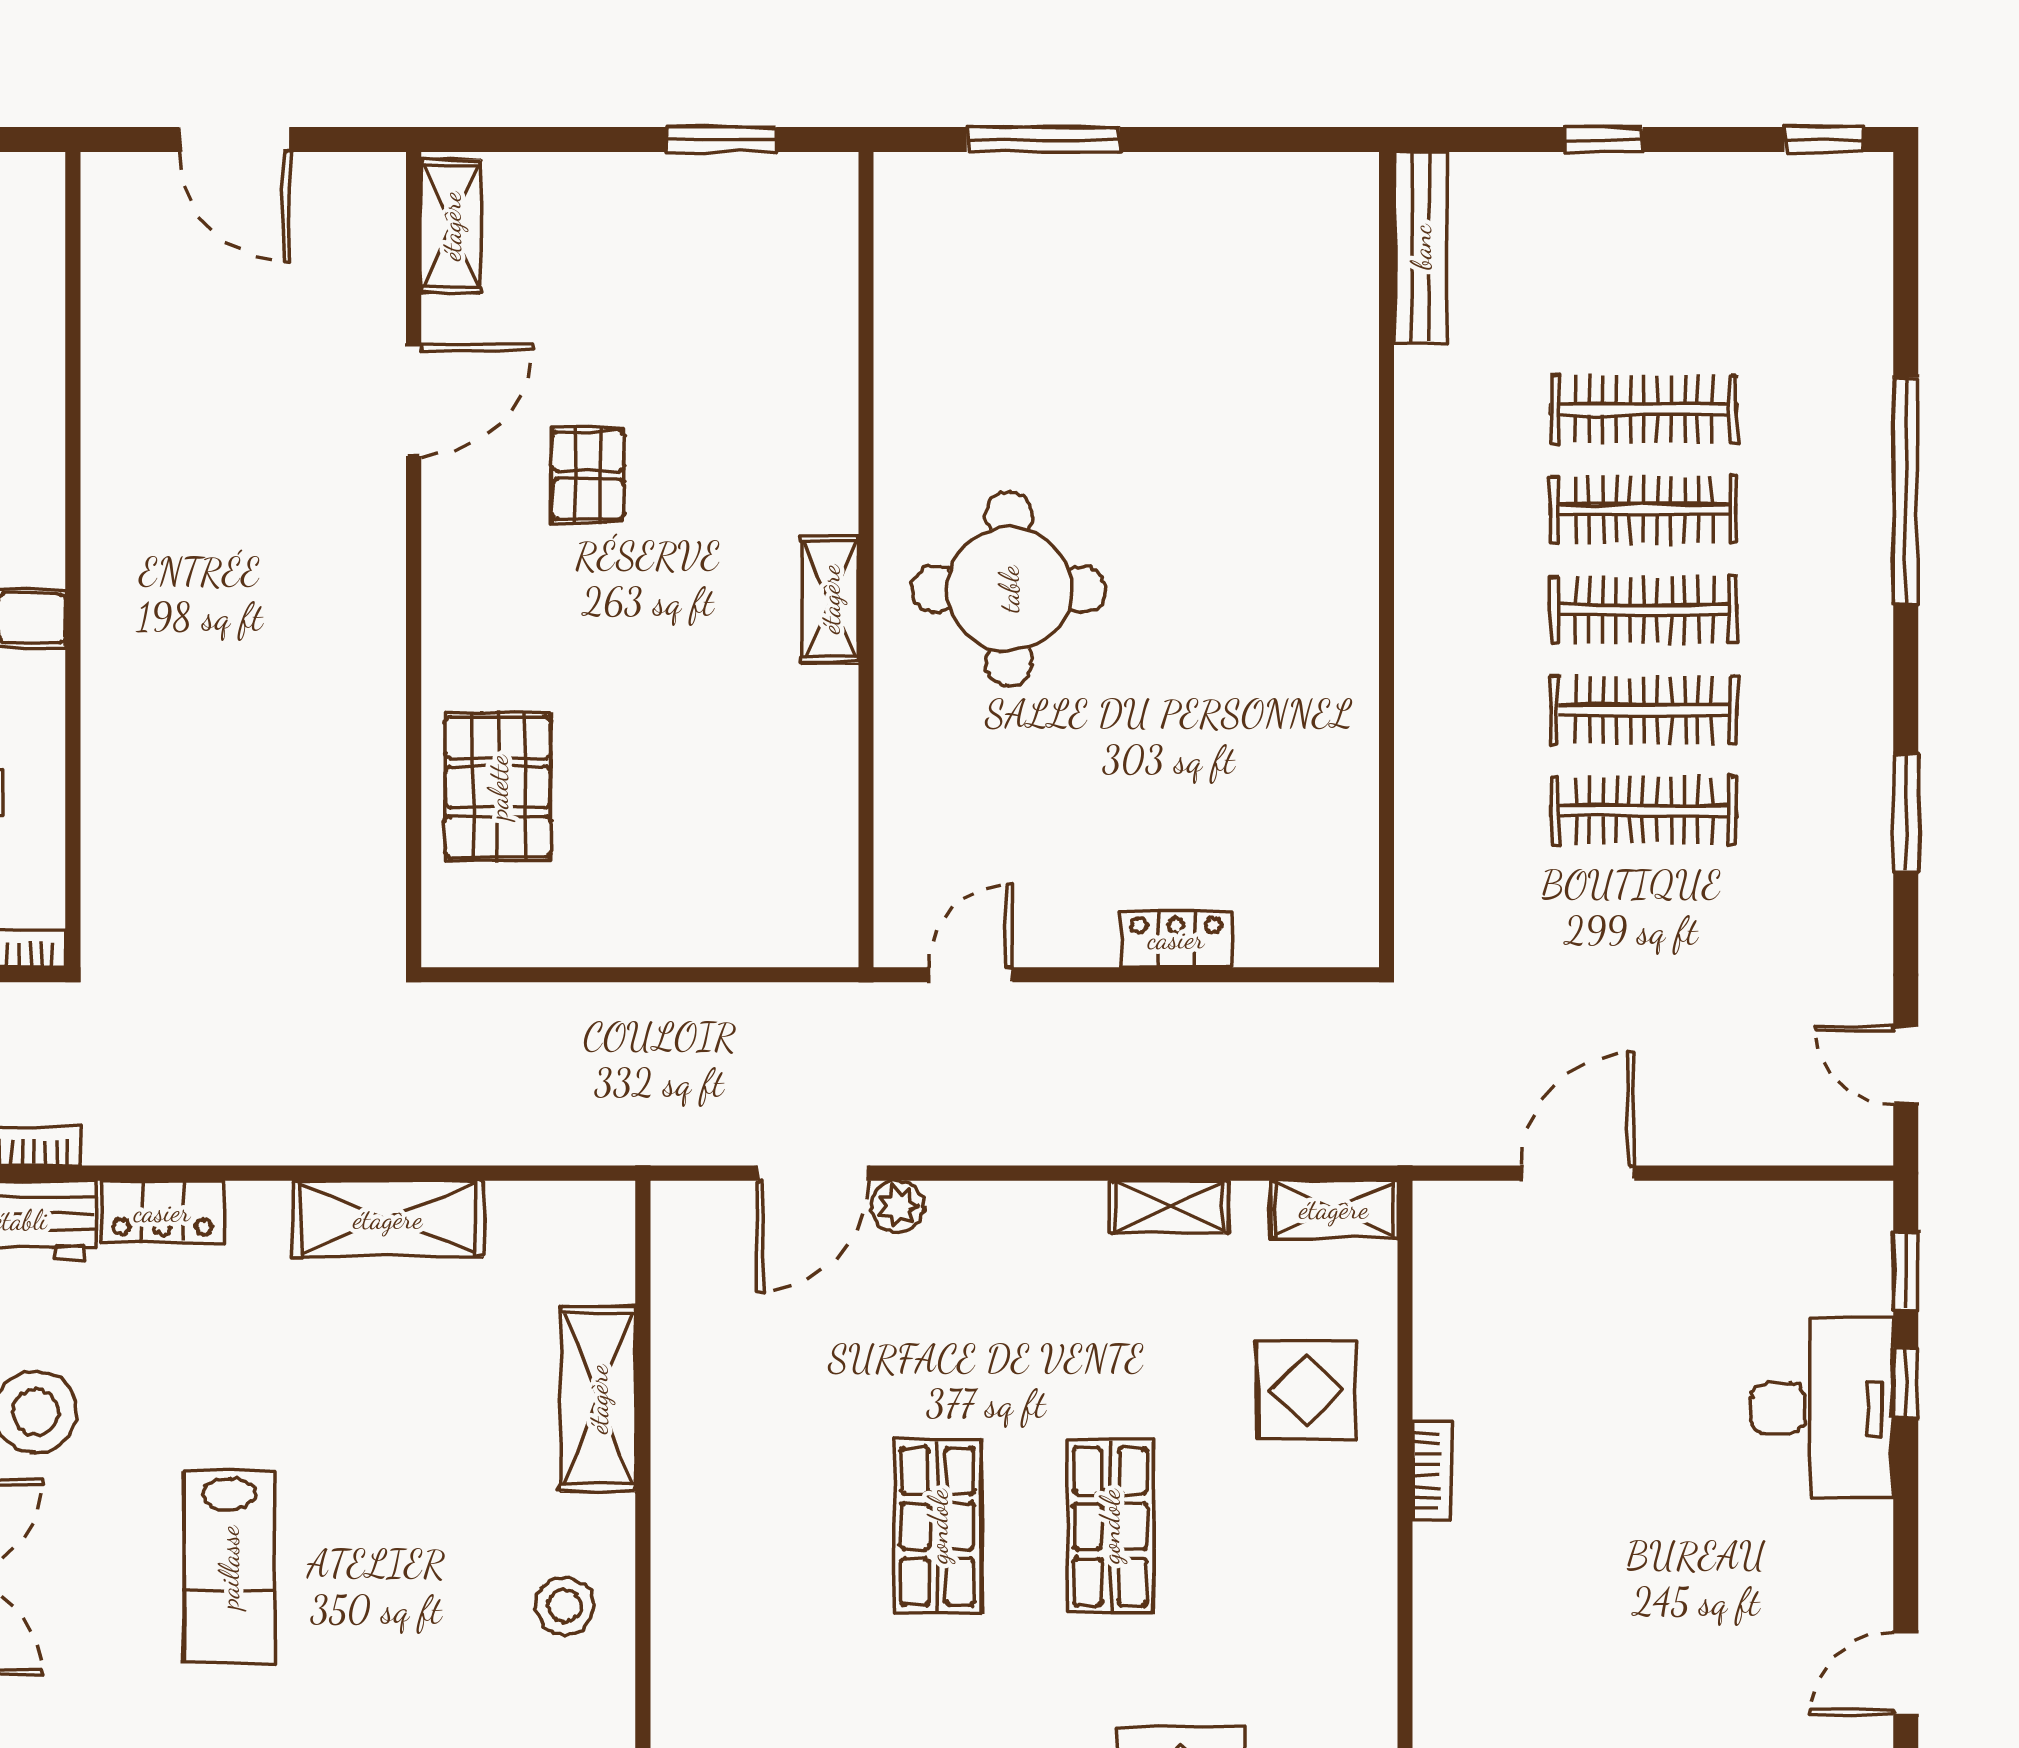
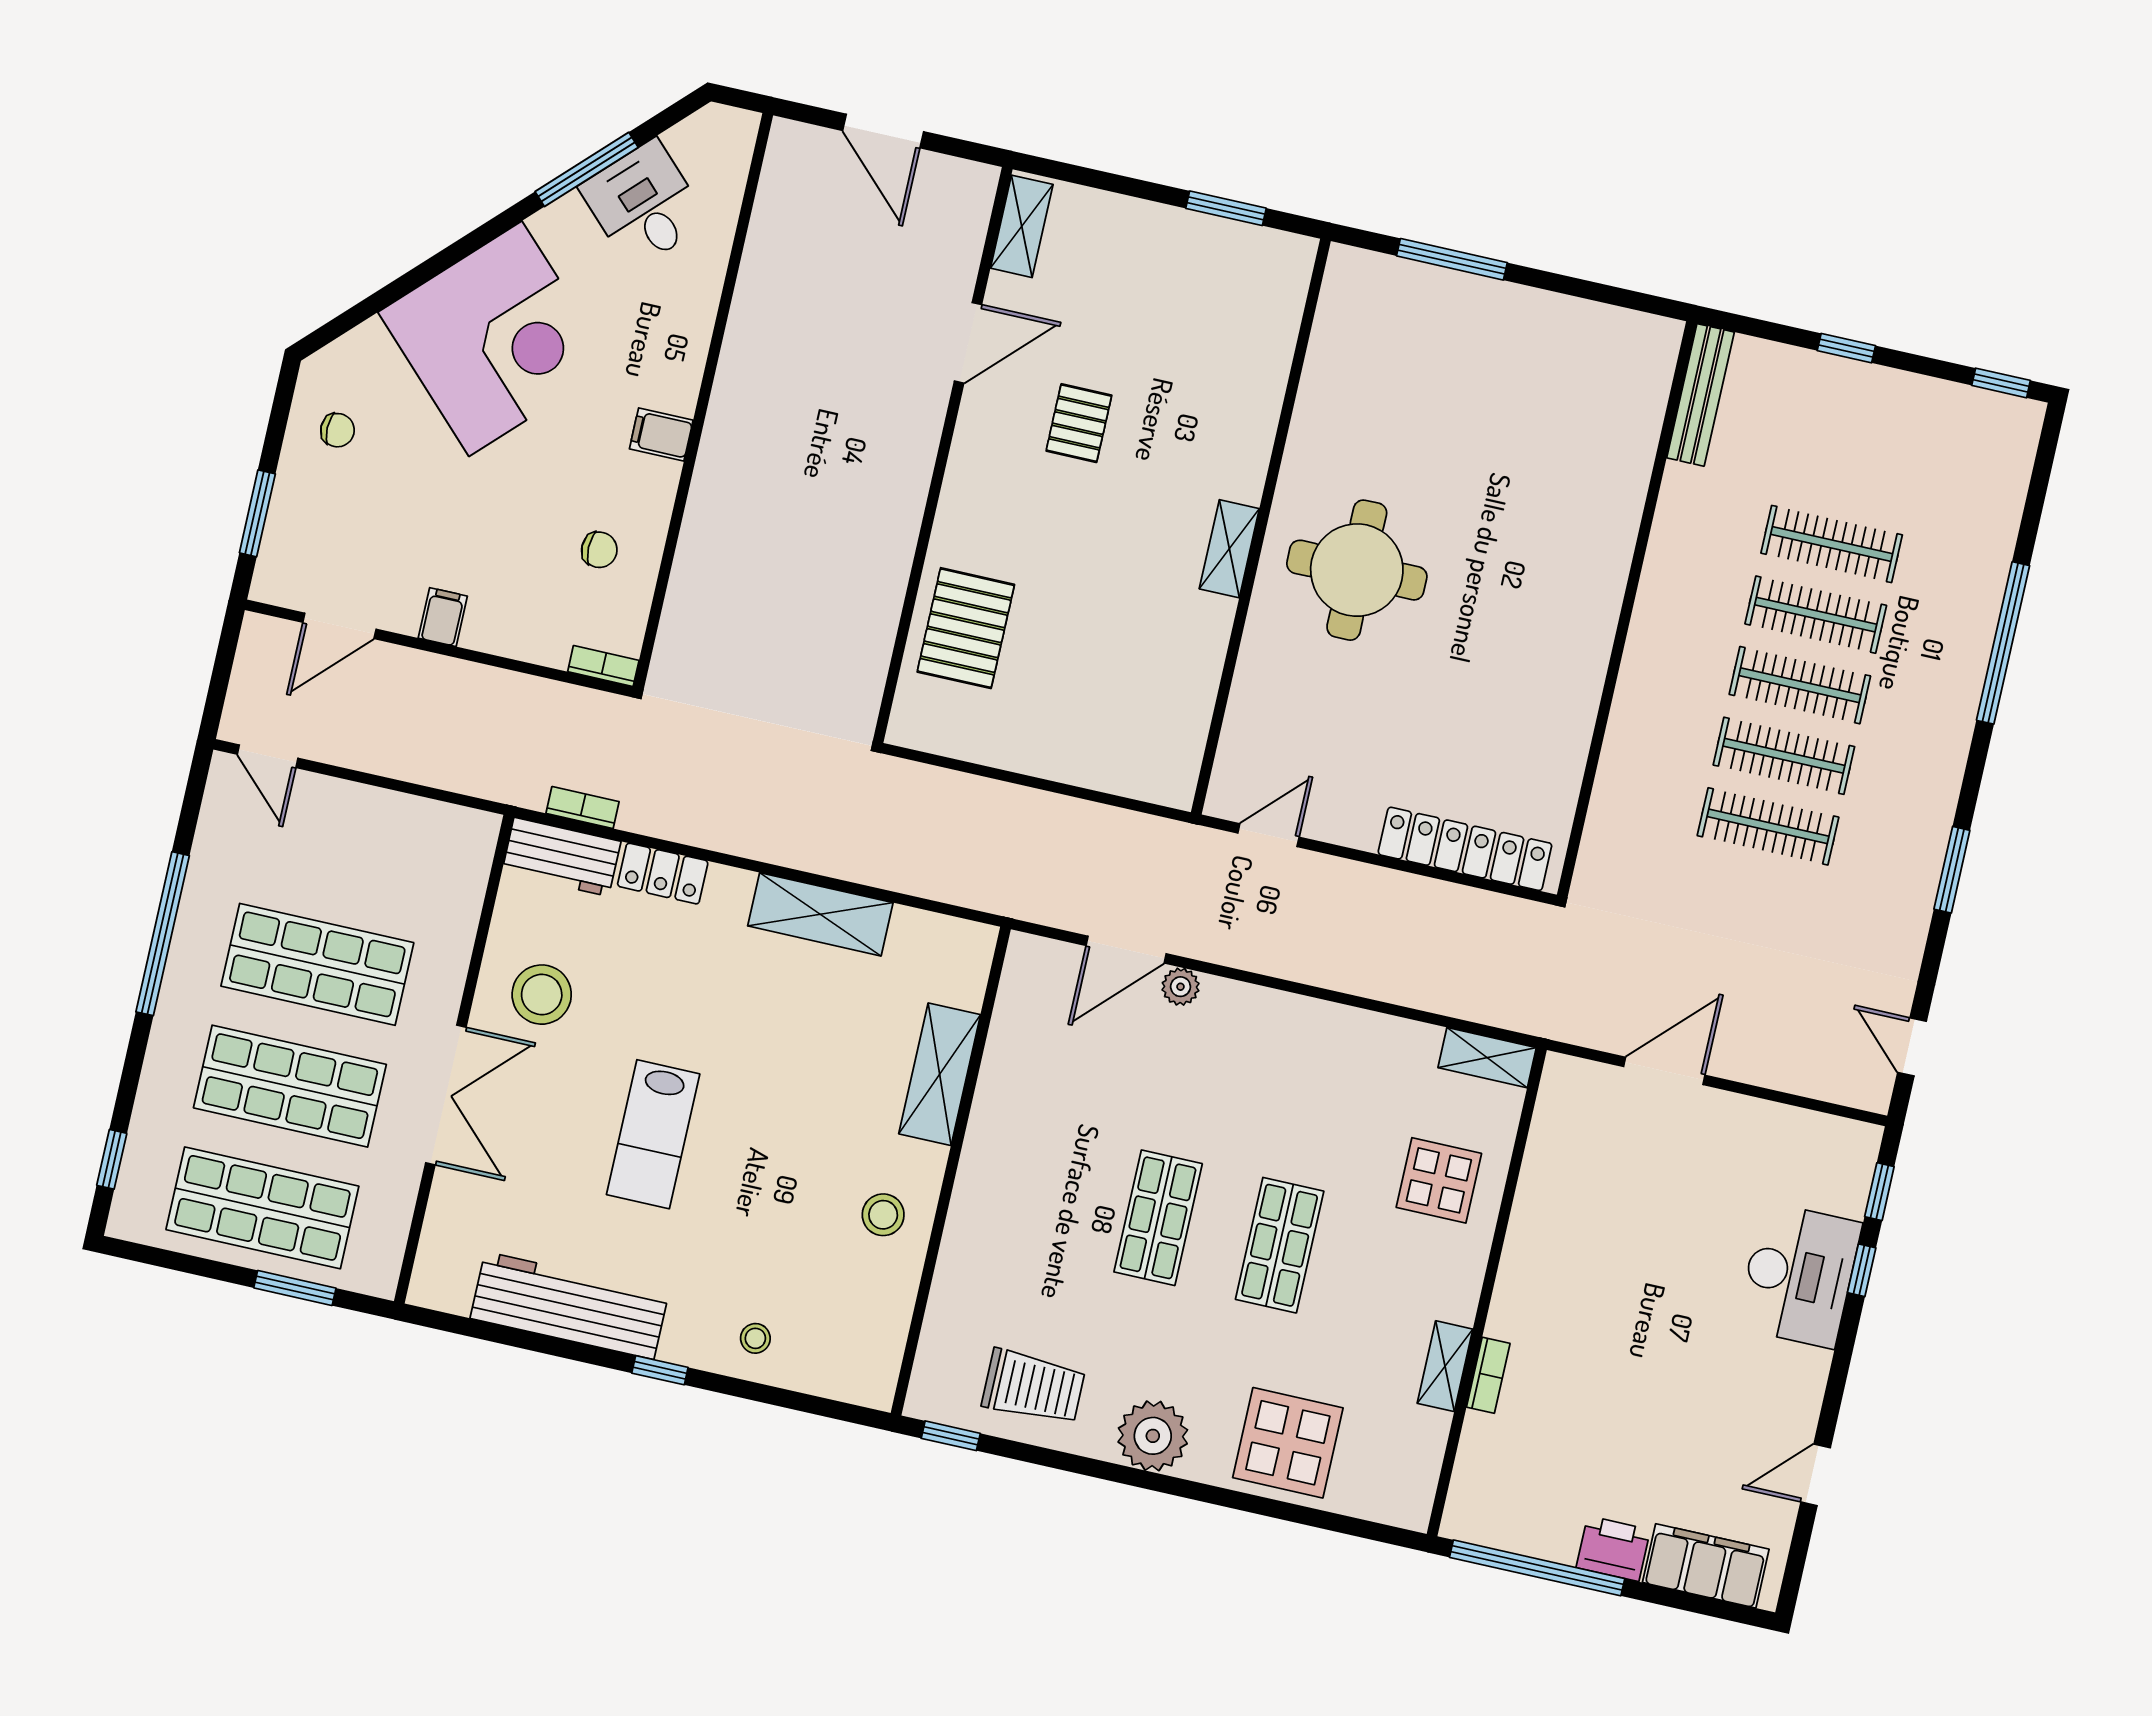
locker: (1176, 939) -> (1465, 849), width x2.16, depth x1.21
shelving: (1169, 1207) -> (1445, 1366), moved, turned 90
bookcase: (1432, 1470) -> (1488, 1375), moved

